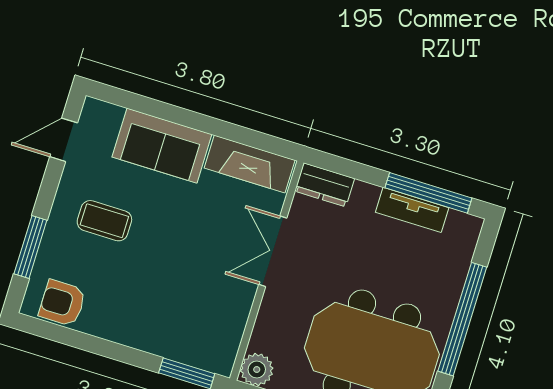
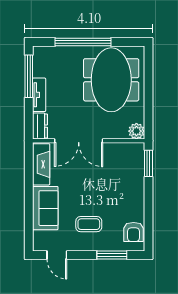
tv unit: (412, 210) -> (39, 95), moved
coffee table: (104, 221) -> (89, 224), turned 90
double door: (273, 251) -> (79, 141), width x1.37

